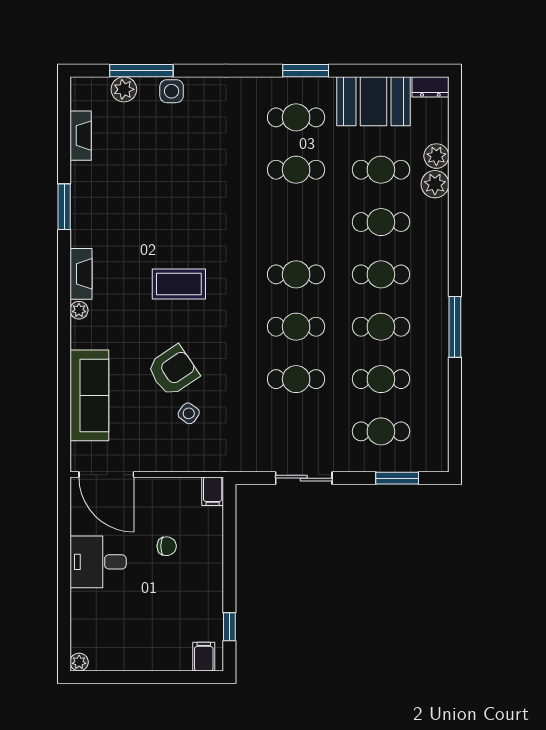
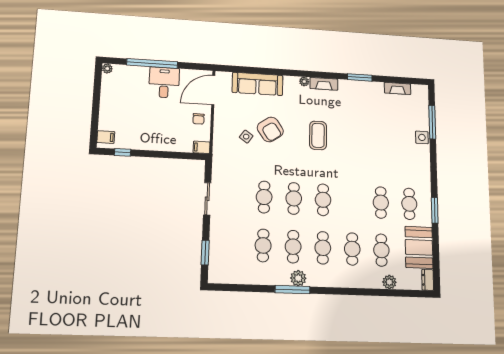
plant: (124, 89) -> (422, 112), removed
plant: (435, 184) -> (298, 278), moved
cafe table: (381, 431) -> (233, 244), removed
chair: (167, 546) -> (199, 119), moved
window: (64, 584) -> (152, 63), added

